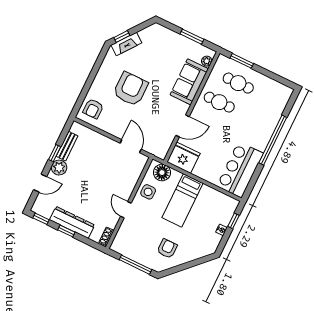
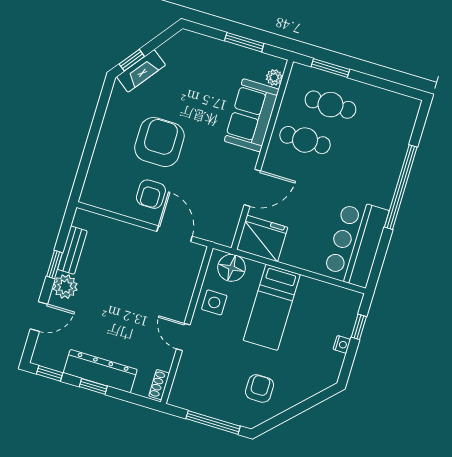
armchair: (93, 109) -> (151, 194), moved

